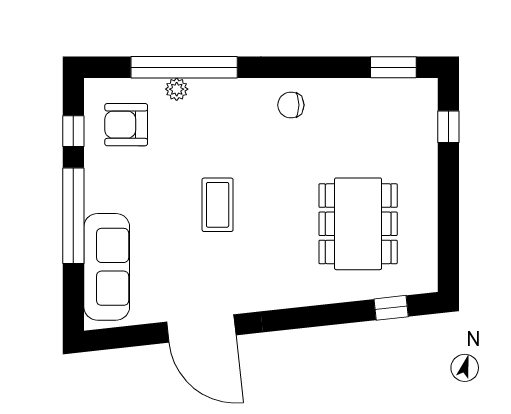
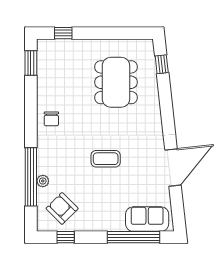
armchair: (126, 125) -> (62, 208), turned 135
window: (73, 216) -> (133, 237), moved
dining table: (358, 224) -> (116, 82), turned 90
sofa: (107, 267) -> (147, 219), width x0.73

